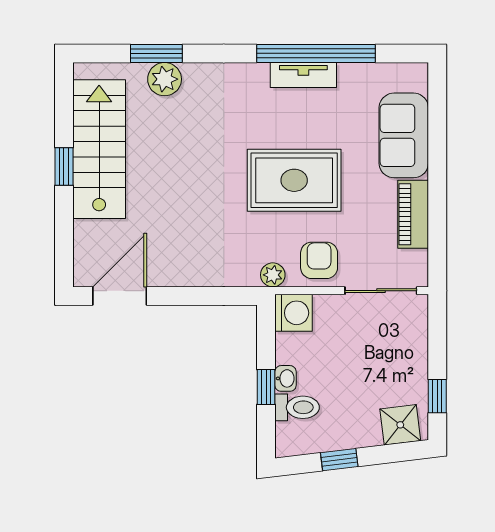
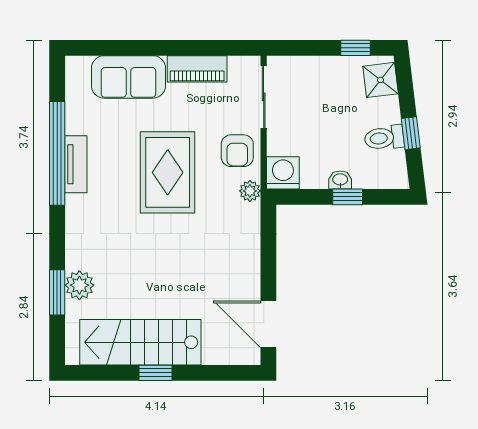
armchair: (319, 260) -> (237, 151), turned -90
toilet: (297, 407) -> (384, 138), moved, turned -97

